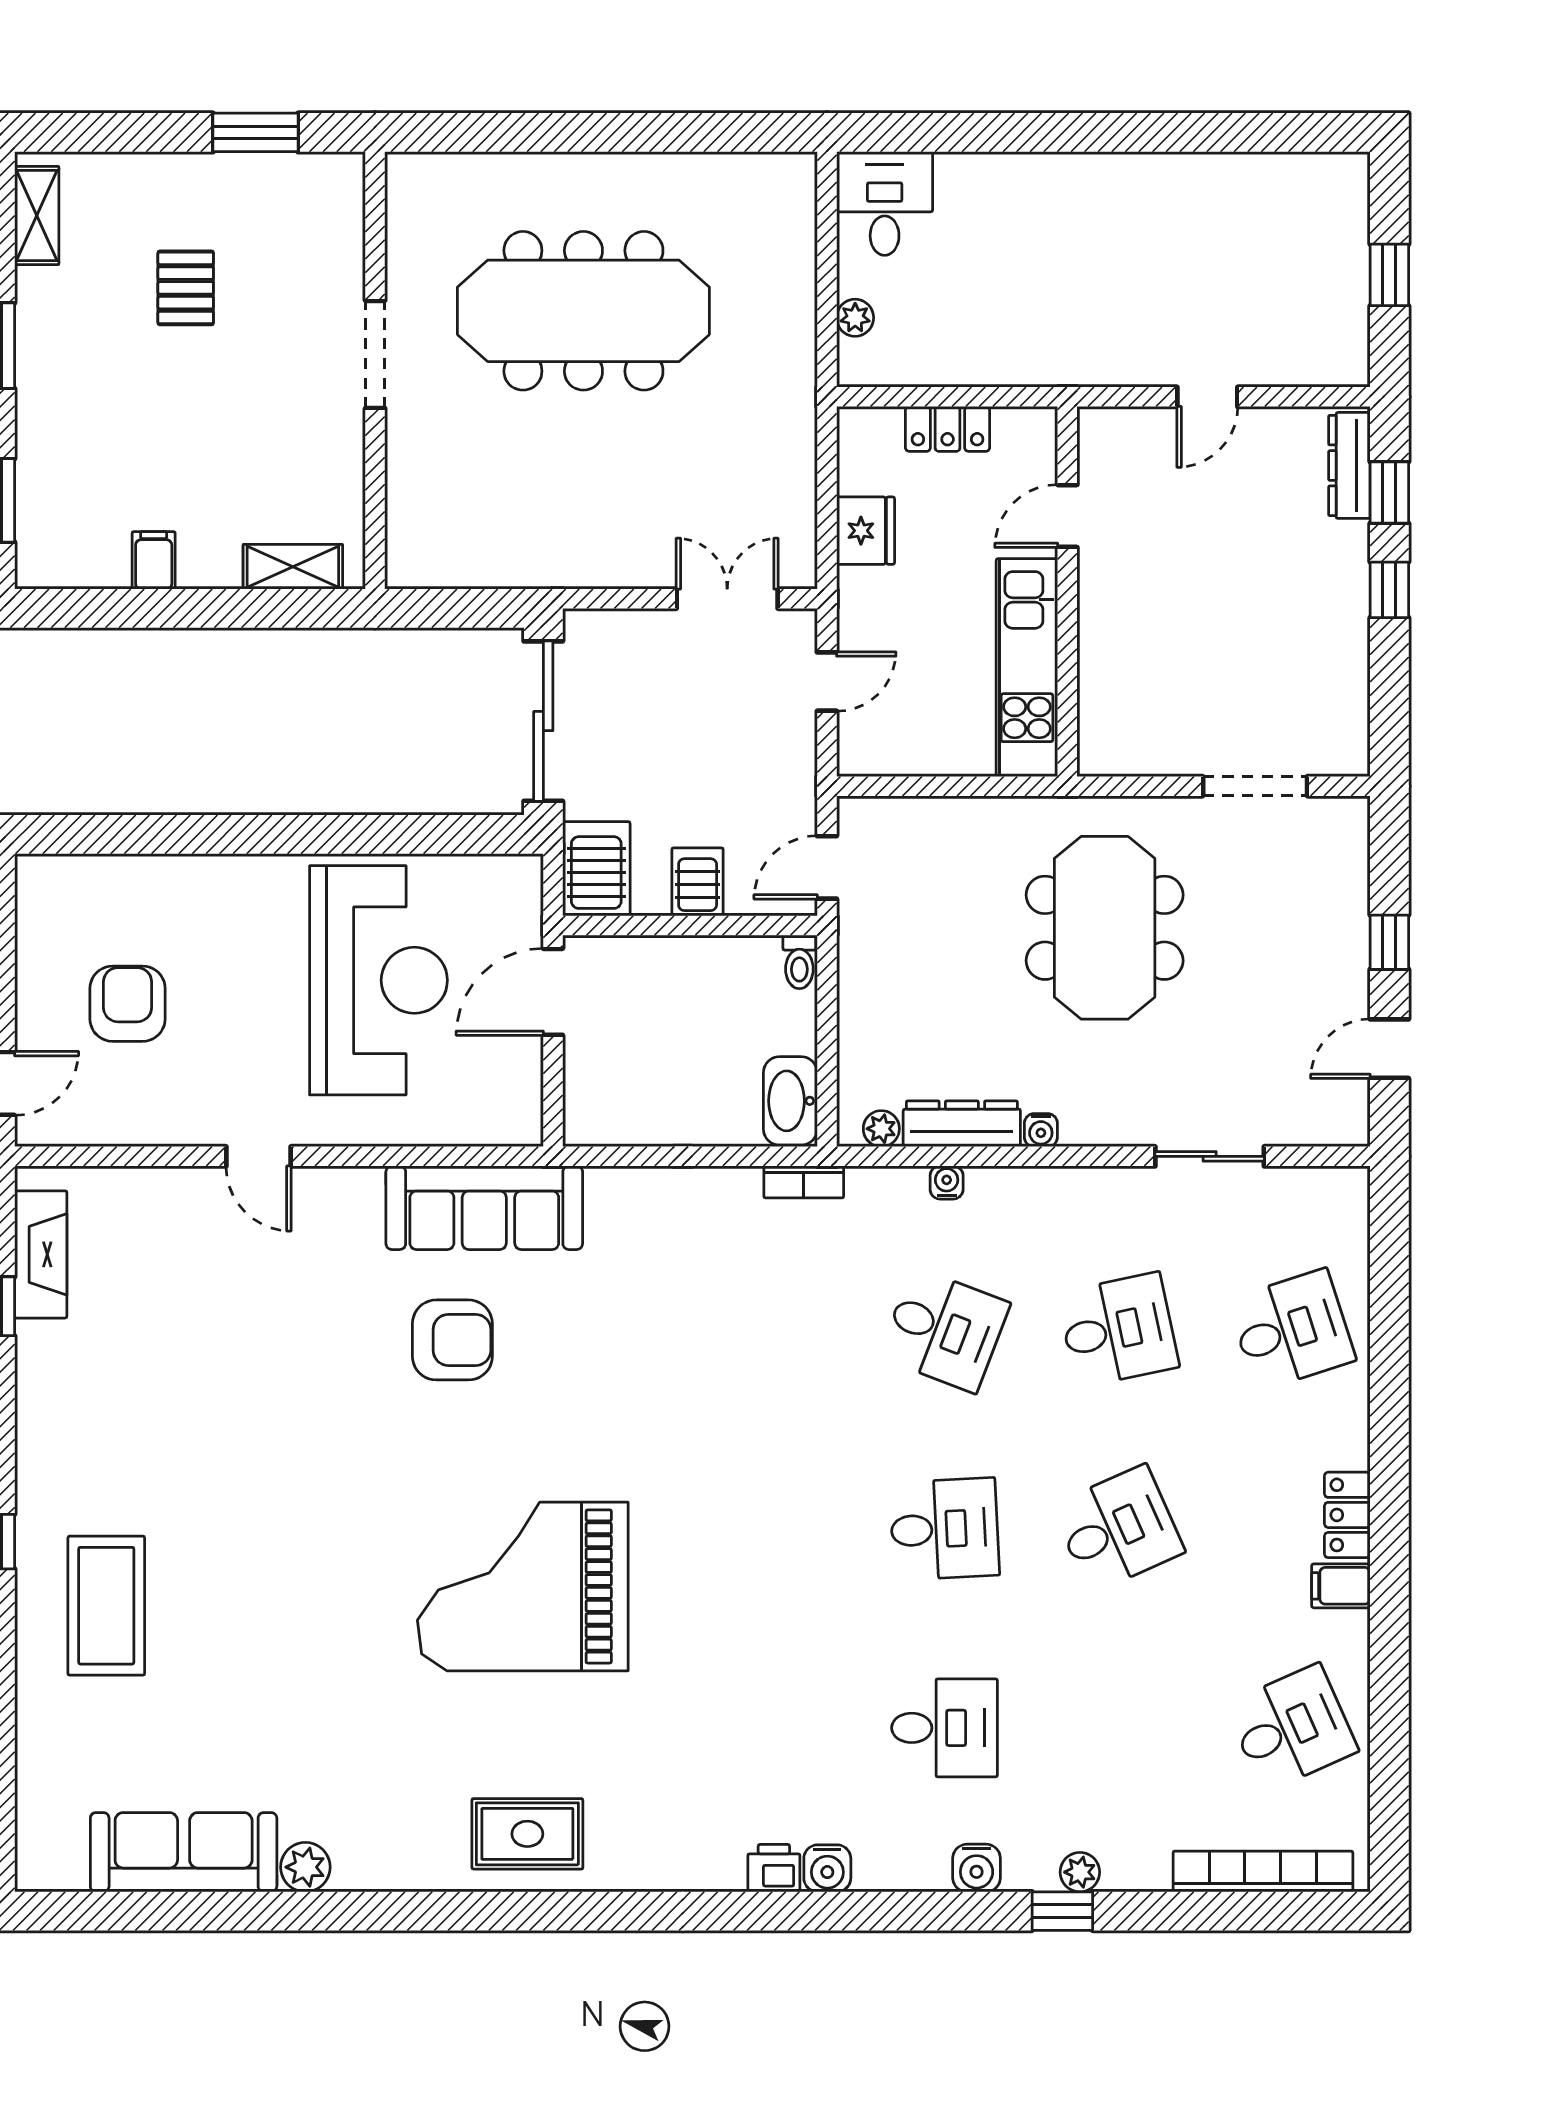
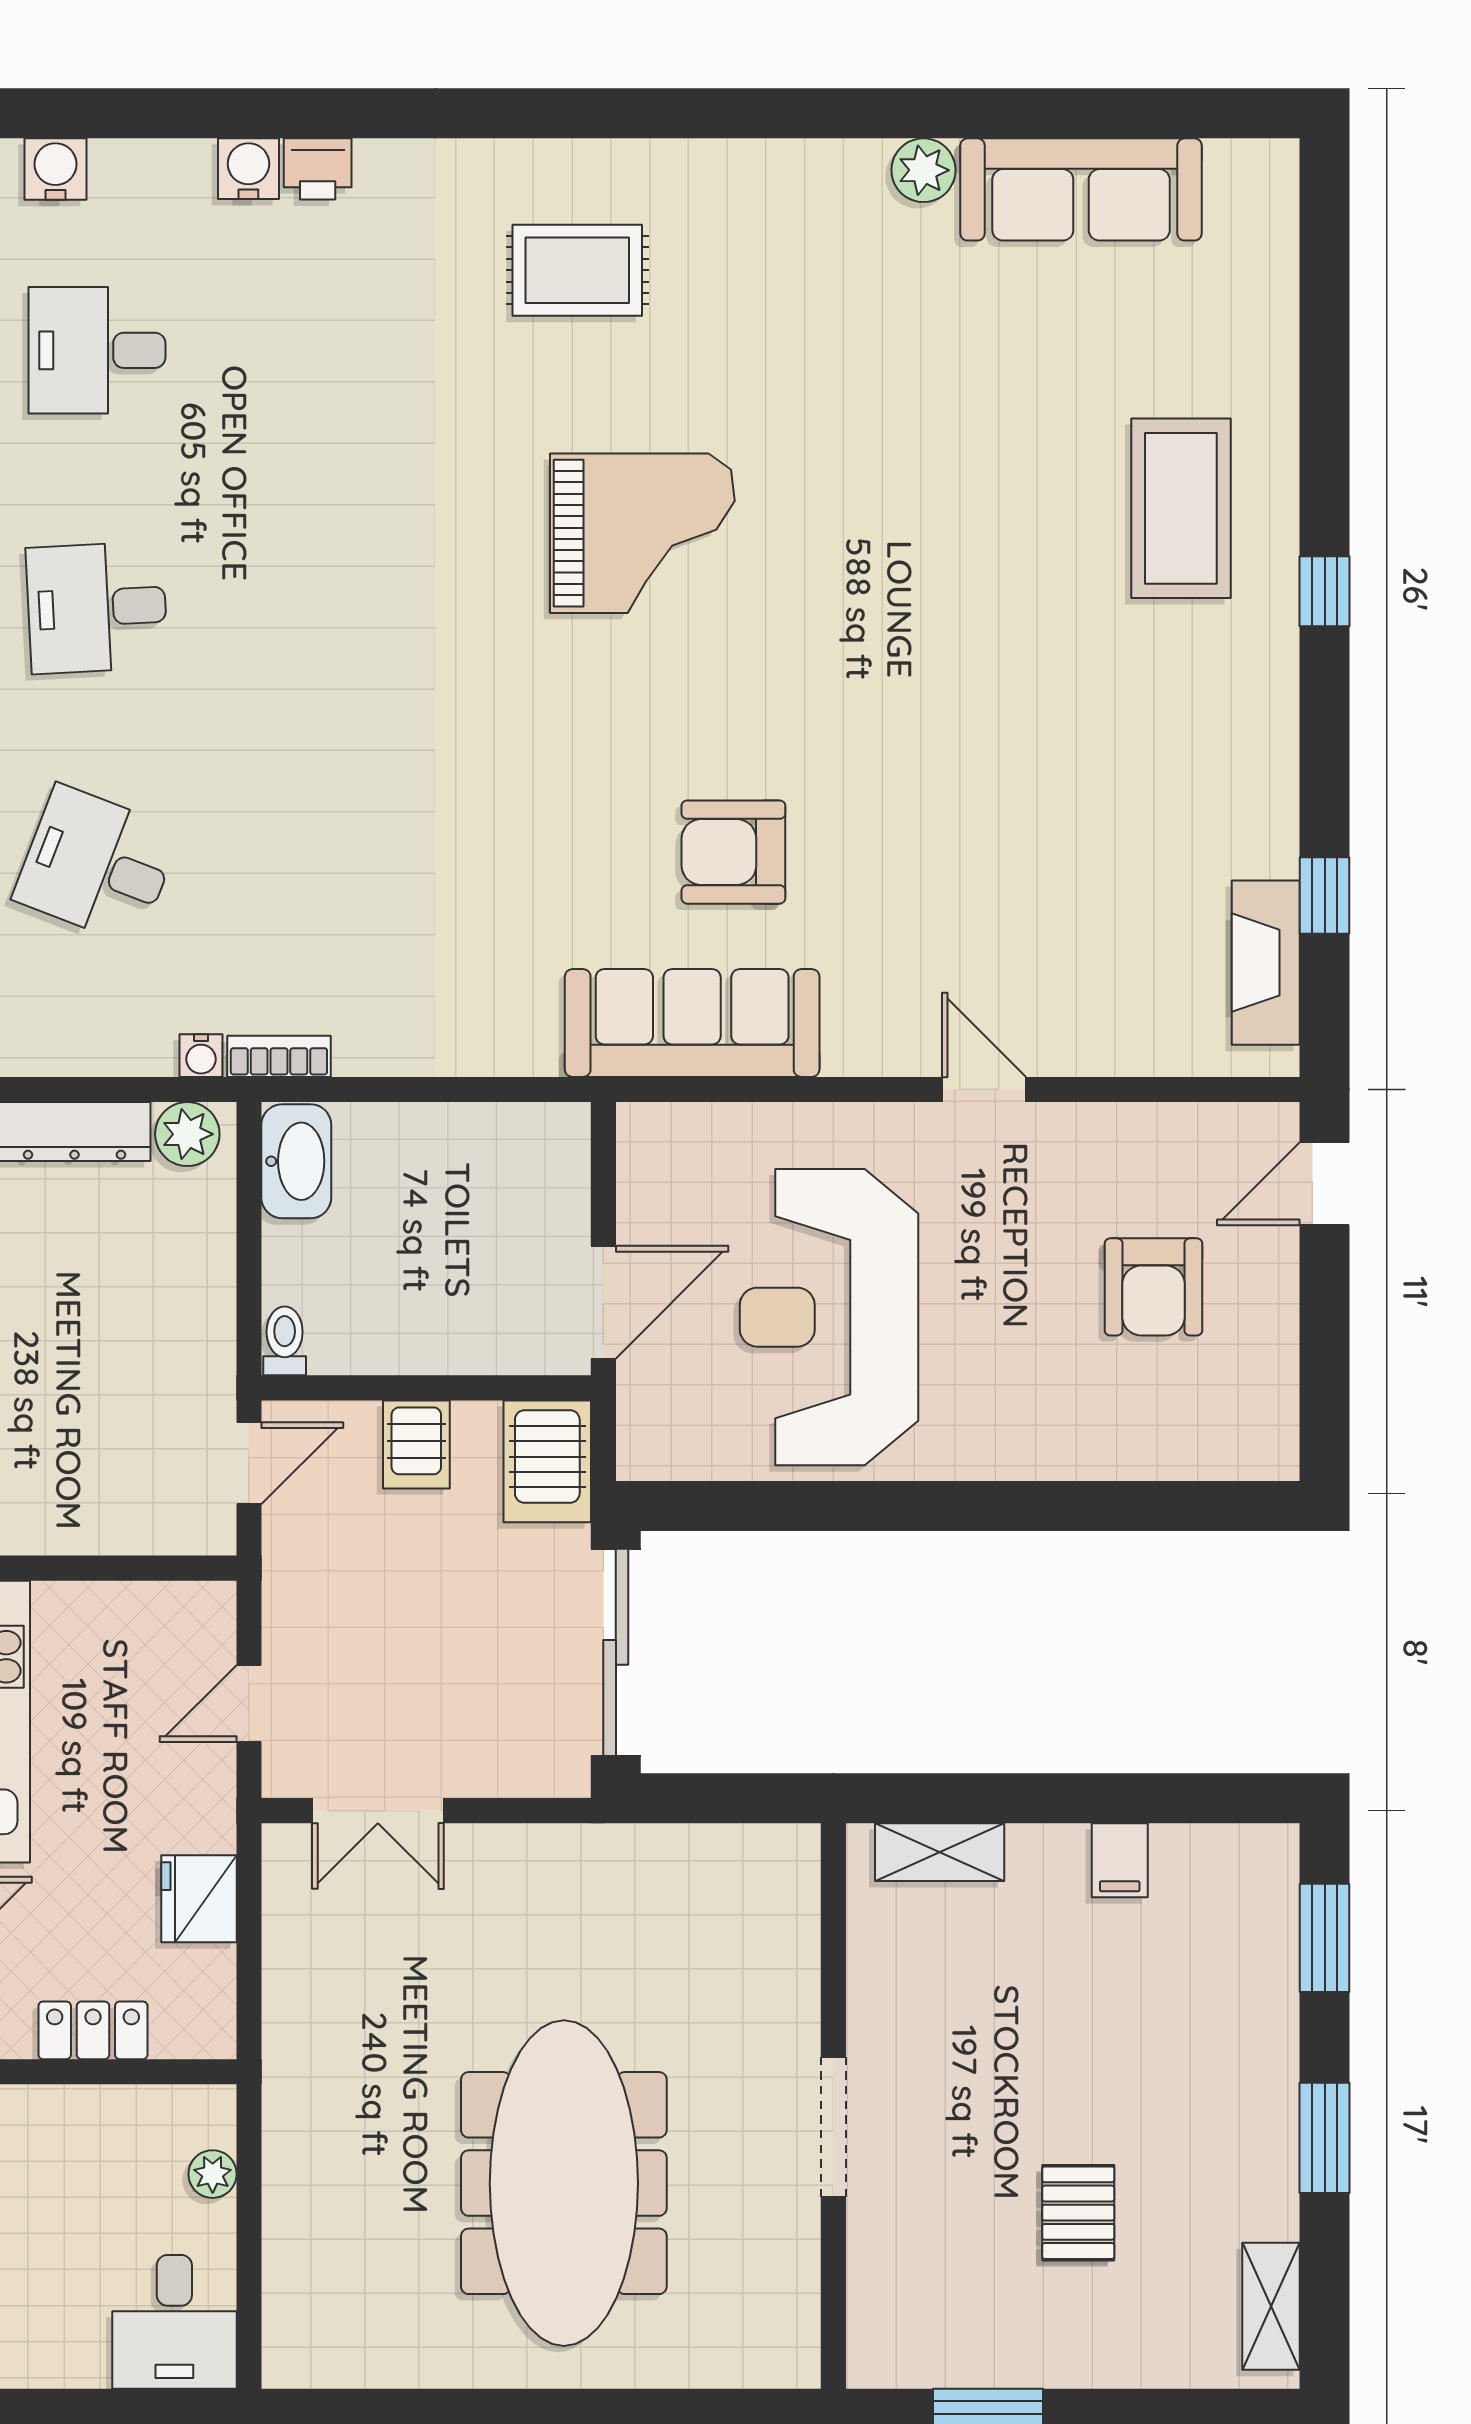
meeting table: (583, 311) -> (564, 2183), turned 90
plant: (881, 1129) -> (187, 1134), width x1.38, depth x1.38
water cooler: (947, 1182) -> (201, 1056), moved
grand piano: (523, 1586) -> (642, 533), width x0.73, depth x0.68
rug: (527, 1834) -> (577, 270), moved

